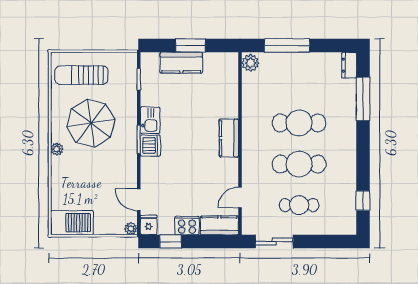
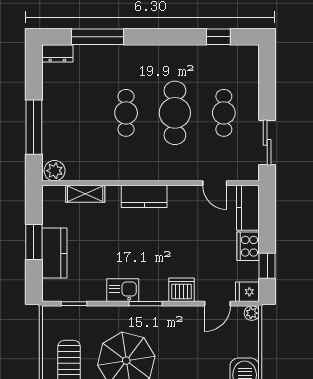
shelving: (231, 89) -> (85, 194), added
cafe table: (299, 123) -> (126, 113), width x0.73, depth x0.74
dishwasher: (150, 146) -> (182, 290), moved

